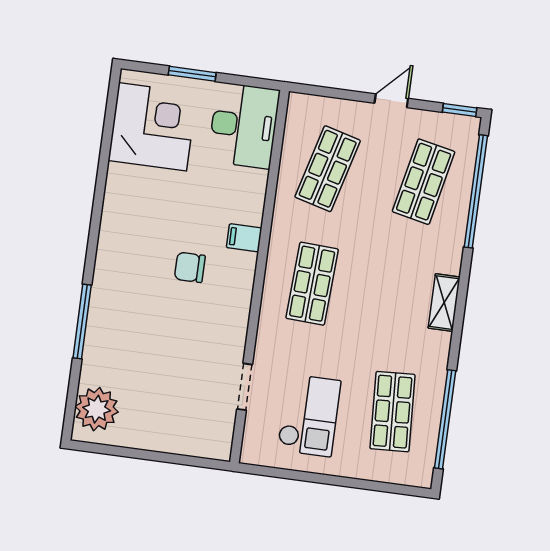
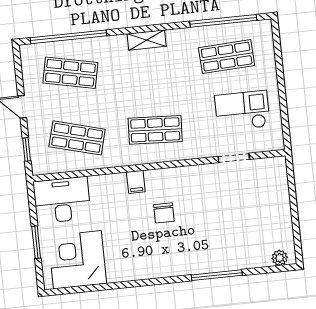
window: (460, 110) -> (27, 149), moved
plant: (97, 409) -> (280, 258), width x0.53, depth x0.53

